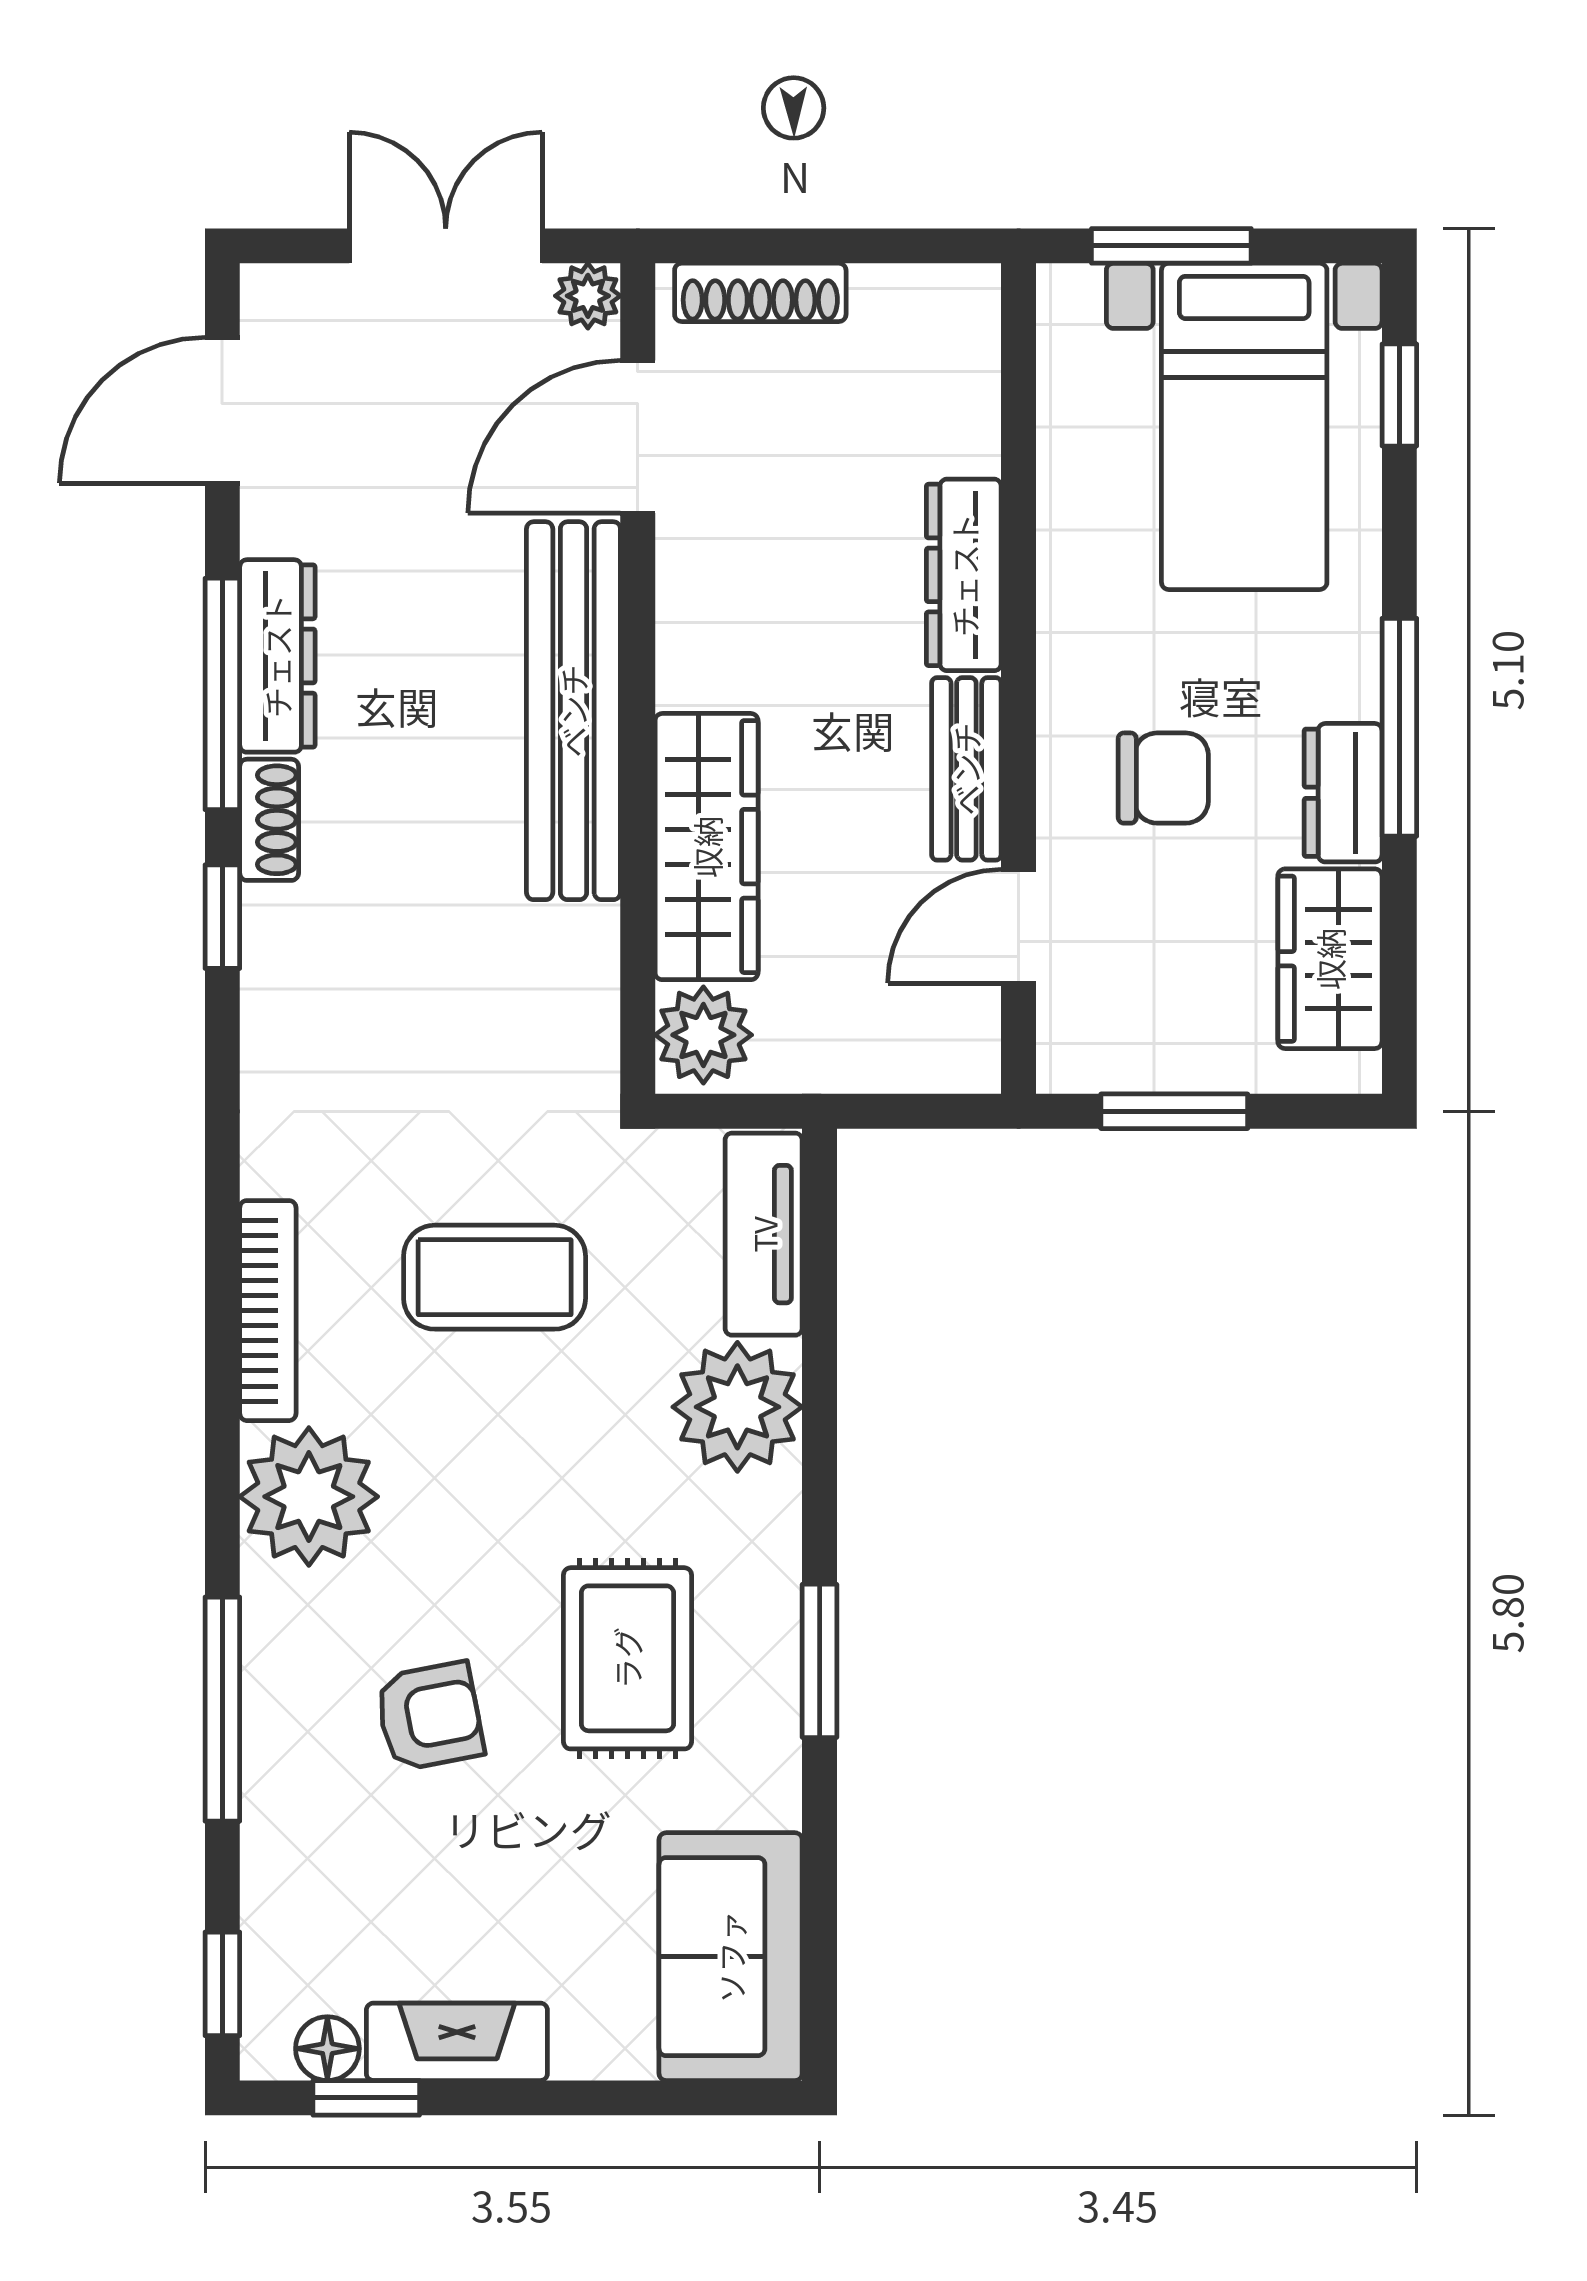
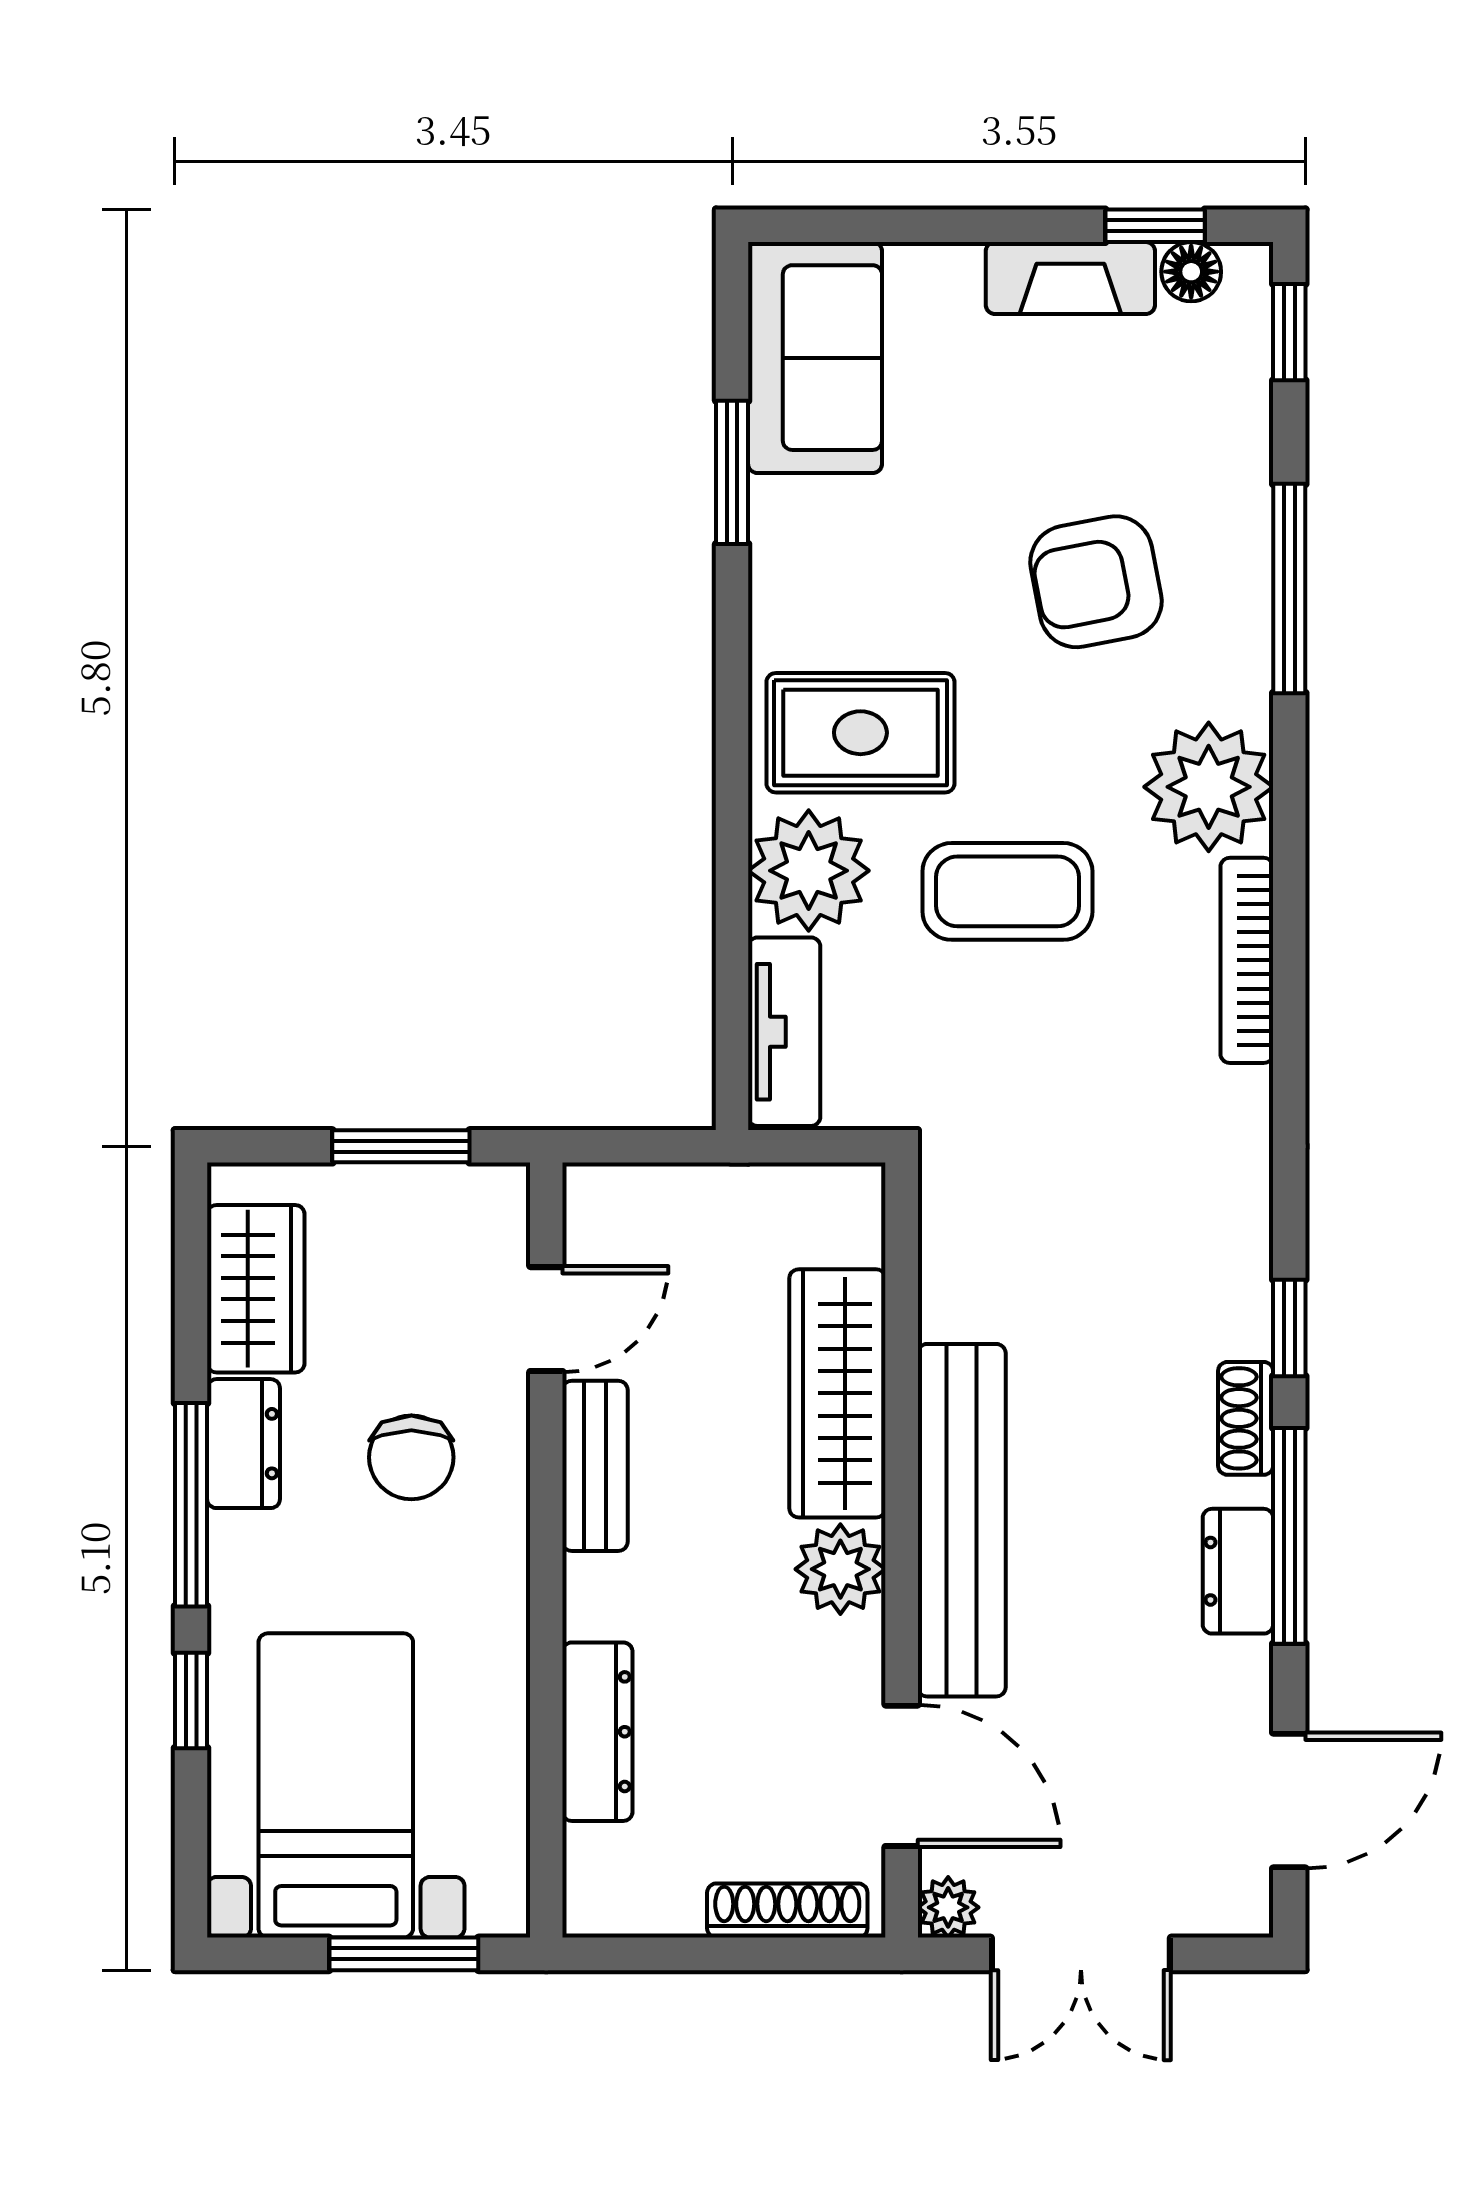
window: (1399, 395) -> (191, 1700), moved
door: (638, 437) -> (902, 1776), hinge flipped
dresser: (964, 575) -> (597, 1732), moved
dresser: (277, 656) -> (1238, 1571), width x0.70
chair: (1163, 778) -> (411, 1457), turned -90
plant: (703, 1035) -> (840, 1569), moved
coffee table: (495, 1277) -> (1007, 891), moved
rug: (627, 1658) -> (860, 733), moved, turned 90
window: (820, 1661) -> (732, 472), moved
armchair: (430, 1716) -> (1096, 582), width x1.38, depth x1.38

